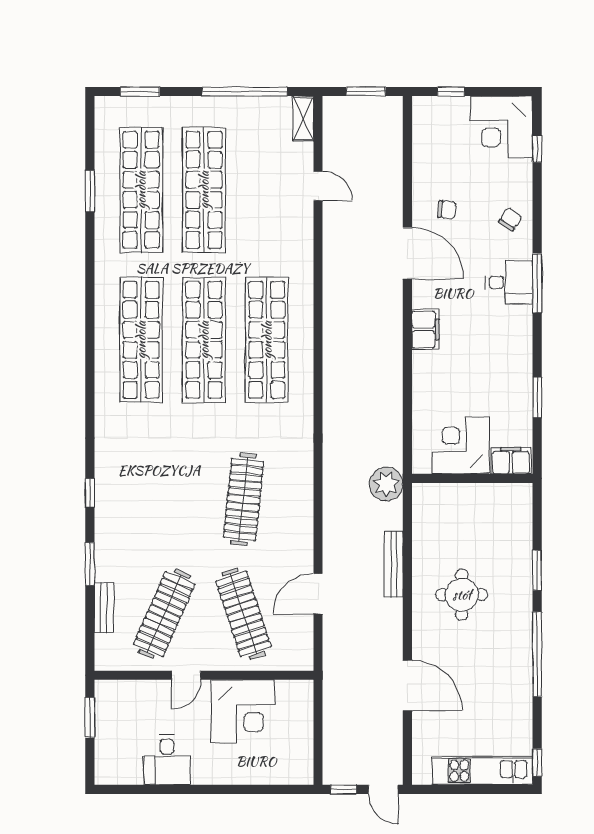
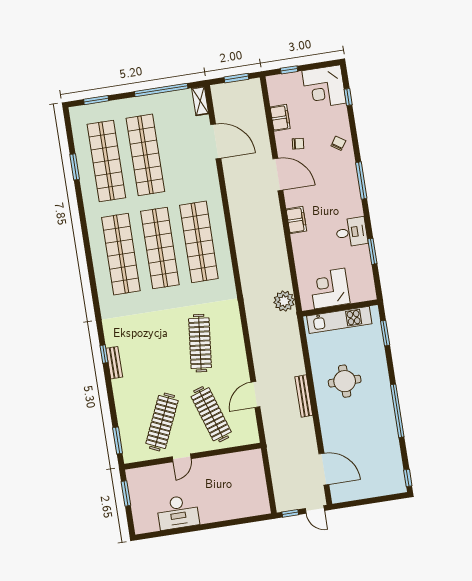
door: (318, 186) -> (216, 141), width x1.88
desk: (509, 282) -> (351, 232), moved
filing cabinet: (511, 461) -> (280, 118), moved, turned 90
plant: (386, 484) -> (284, 301), moved
window: (90, 564) -> (118, 440), moved
bench: (394, 564) -> (304, 396), moved
window: (537, 570) -> (385, 333), moved
bench: (104, 608) -> (114, 363), moved
door: (407, 685) -> (324, 469), moved
corner desk: (243, 711) -> (220, 475), removed
desk: (167, 760) -> (178, 512), width x1.37
kitchen unit: (482, 771) -> (339, 320), moved, turned 180

